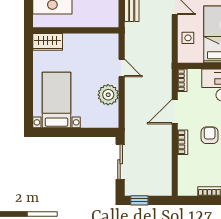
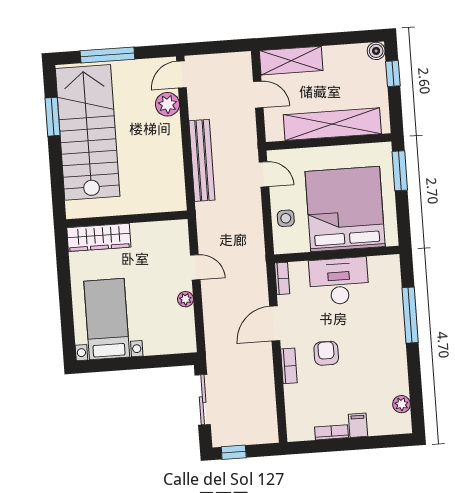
wardrobe: (48, 42) -> (99, 237), width x1.50
plant: (108, 95) -> (185, 299), width x0.53, depth x0.53

